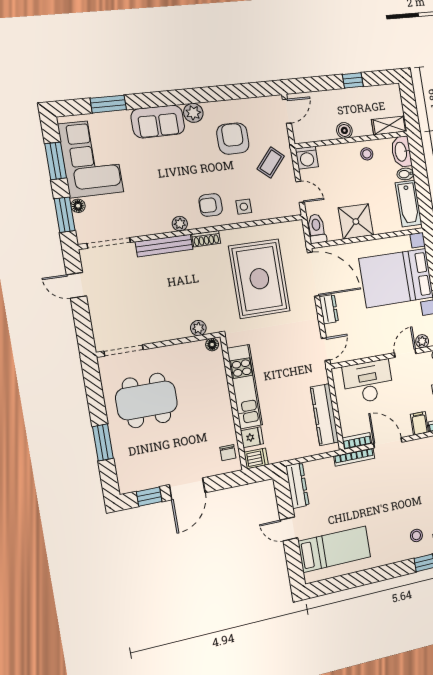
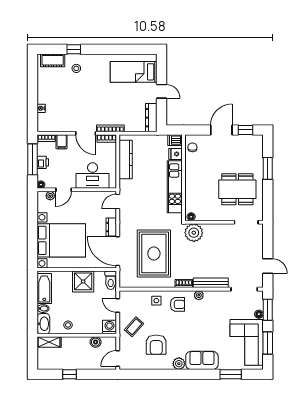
boiler: (344, 130) -> (96, 342), moved
plant: (198, 328) -> (194, 233), width x1.88, depth x1.88

